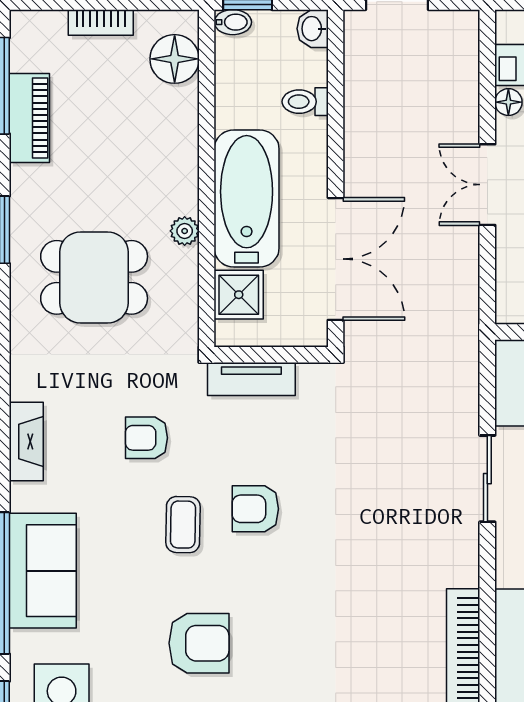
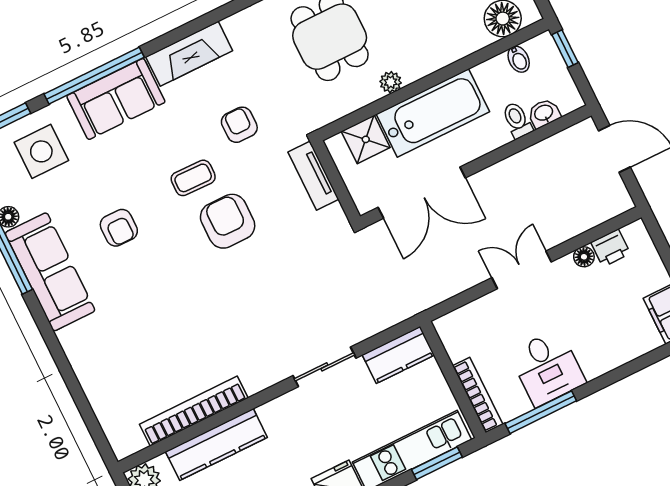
bidet: (233, 22) -> (519, 59), moved
washbasin: (313, 29) -> (544, 113), moved
fireplace: (26, 441) -> (189, 54), width x1.37, depth x1.32
armchair: (255, 509) -> (228, 221), width x1.38, depth x1.38
armchair: (199, 643) -> (119, 228), width x0.72, depth x0.72

